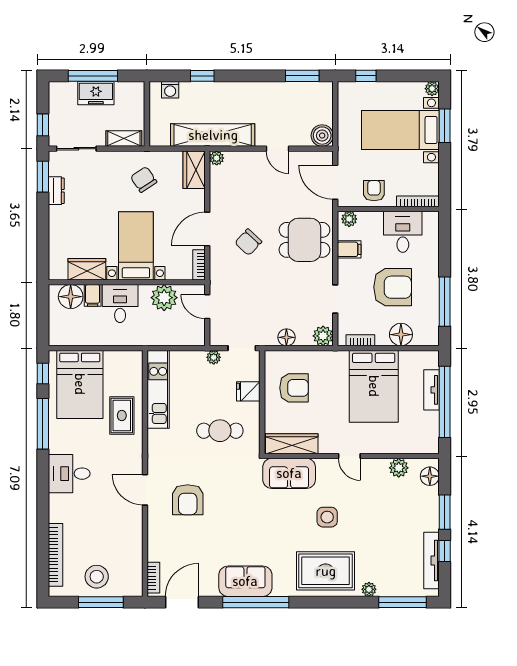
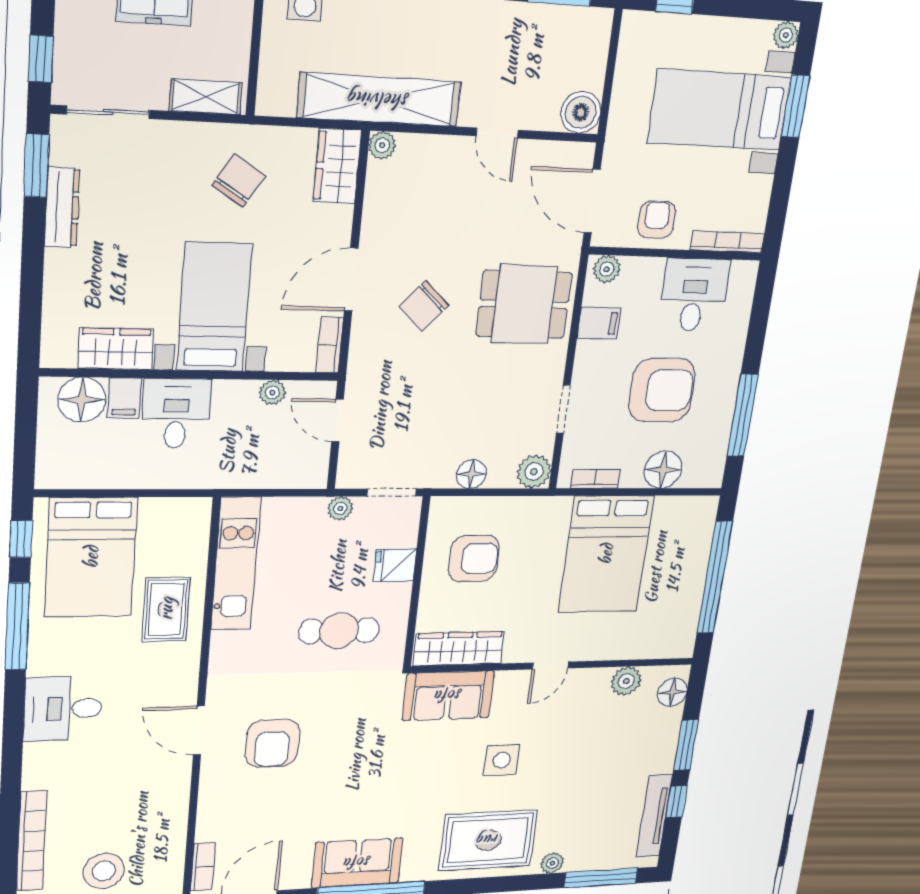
chair: (144, 179) -> (239, 180), turned 66
dresser: (56, 191) -> (62, 207), width x1.44
plant: (164, 298) -> (272, 393), width x0.53, depth x0.53
tv unit: (432, 390) -> (697, 559), removed
door: (349, 456) -> (550, 665), hinge flipped

